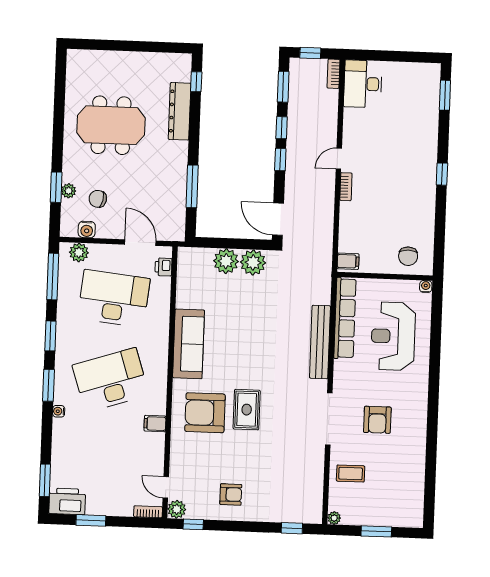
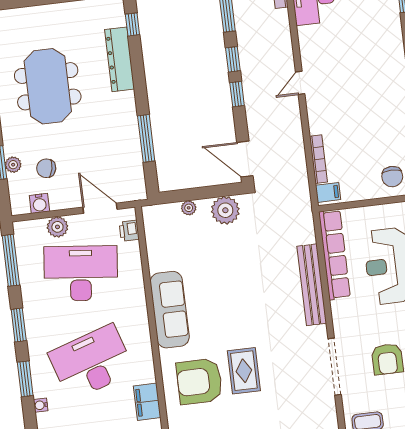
meeting table: (111, 125) -> (48, 86), turned 90
bookcase: (346, 187) -> (318, 159), moved, width x1.56
plant: (79, 252) -> (57, 227), moved
plant: (226, 261) -> (189, 208), width x0.53, depth x0.53
filing cabinet: (155, 424) -> (147, 402), width x2.00

